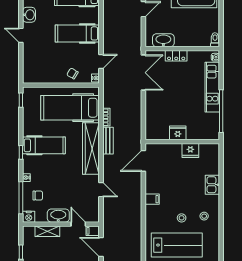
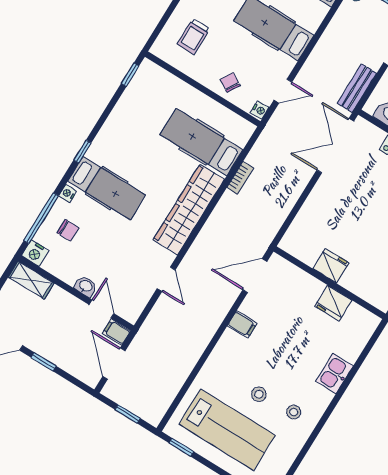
trolley: (40, 62) -> (193, 36), added
double door: (143, 73) -> (335, 146), swing flipped
hospital bed: (70, 108) -> (202, 142), width x0.73, depth x0.78
bench: (108, 141) -> (357, 88), moved
hospital bed: (44, 145) -> (107, 188), moved
filing cabinet: (152, 199) -> (242, 325), moved
washbasin: (58, 216) -> (86, 286), width x0.52, depth x0.69
shelving: (47, 231) -> (31, 280), moved

